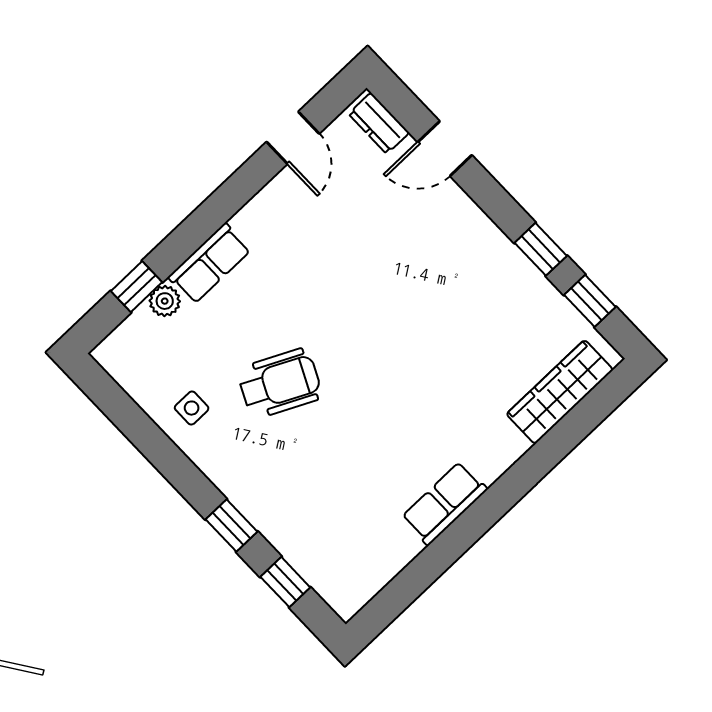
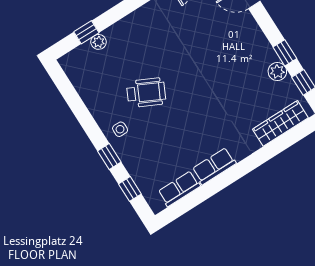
row of seats: (210, 264) -> (179, 189), moved, turned 180
plant: (533, 289) -> (277, 72), added
side table: (192, 408) -> (120, 129), moved

